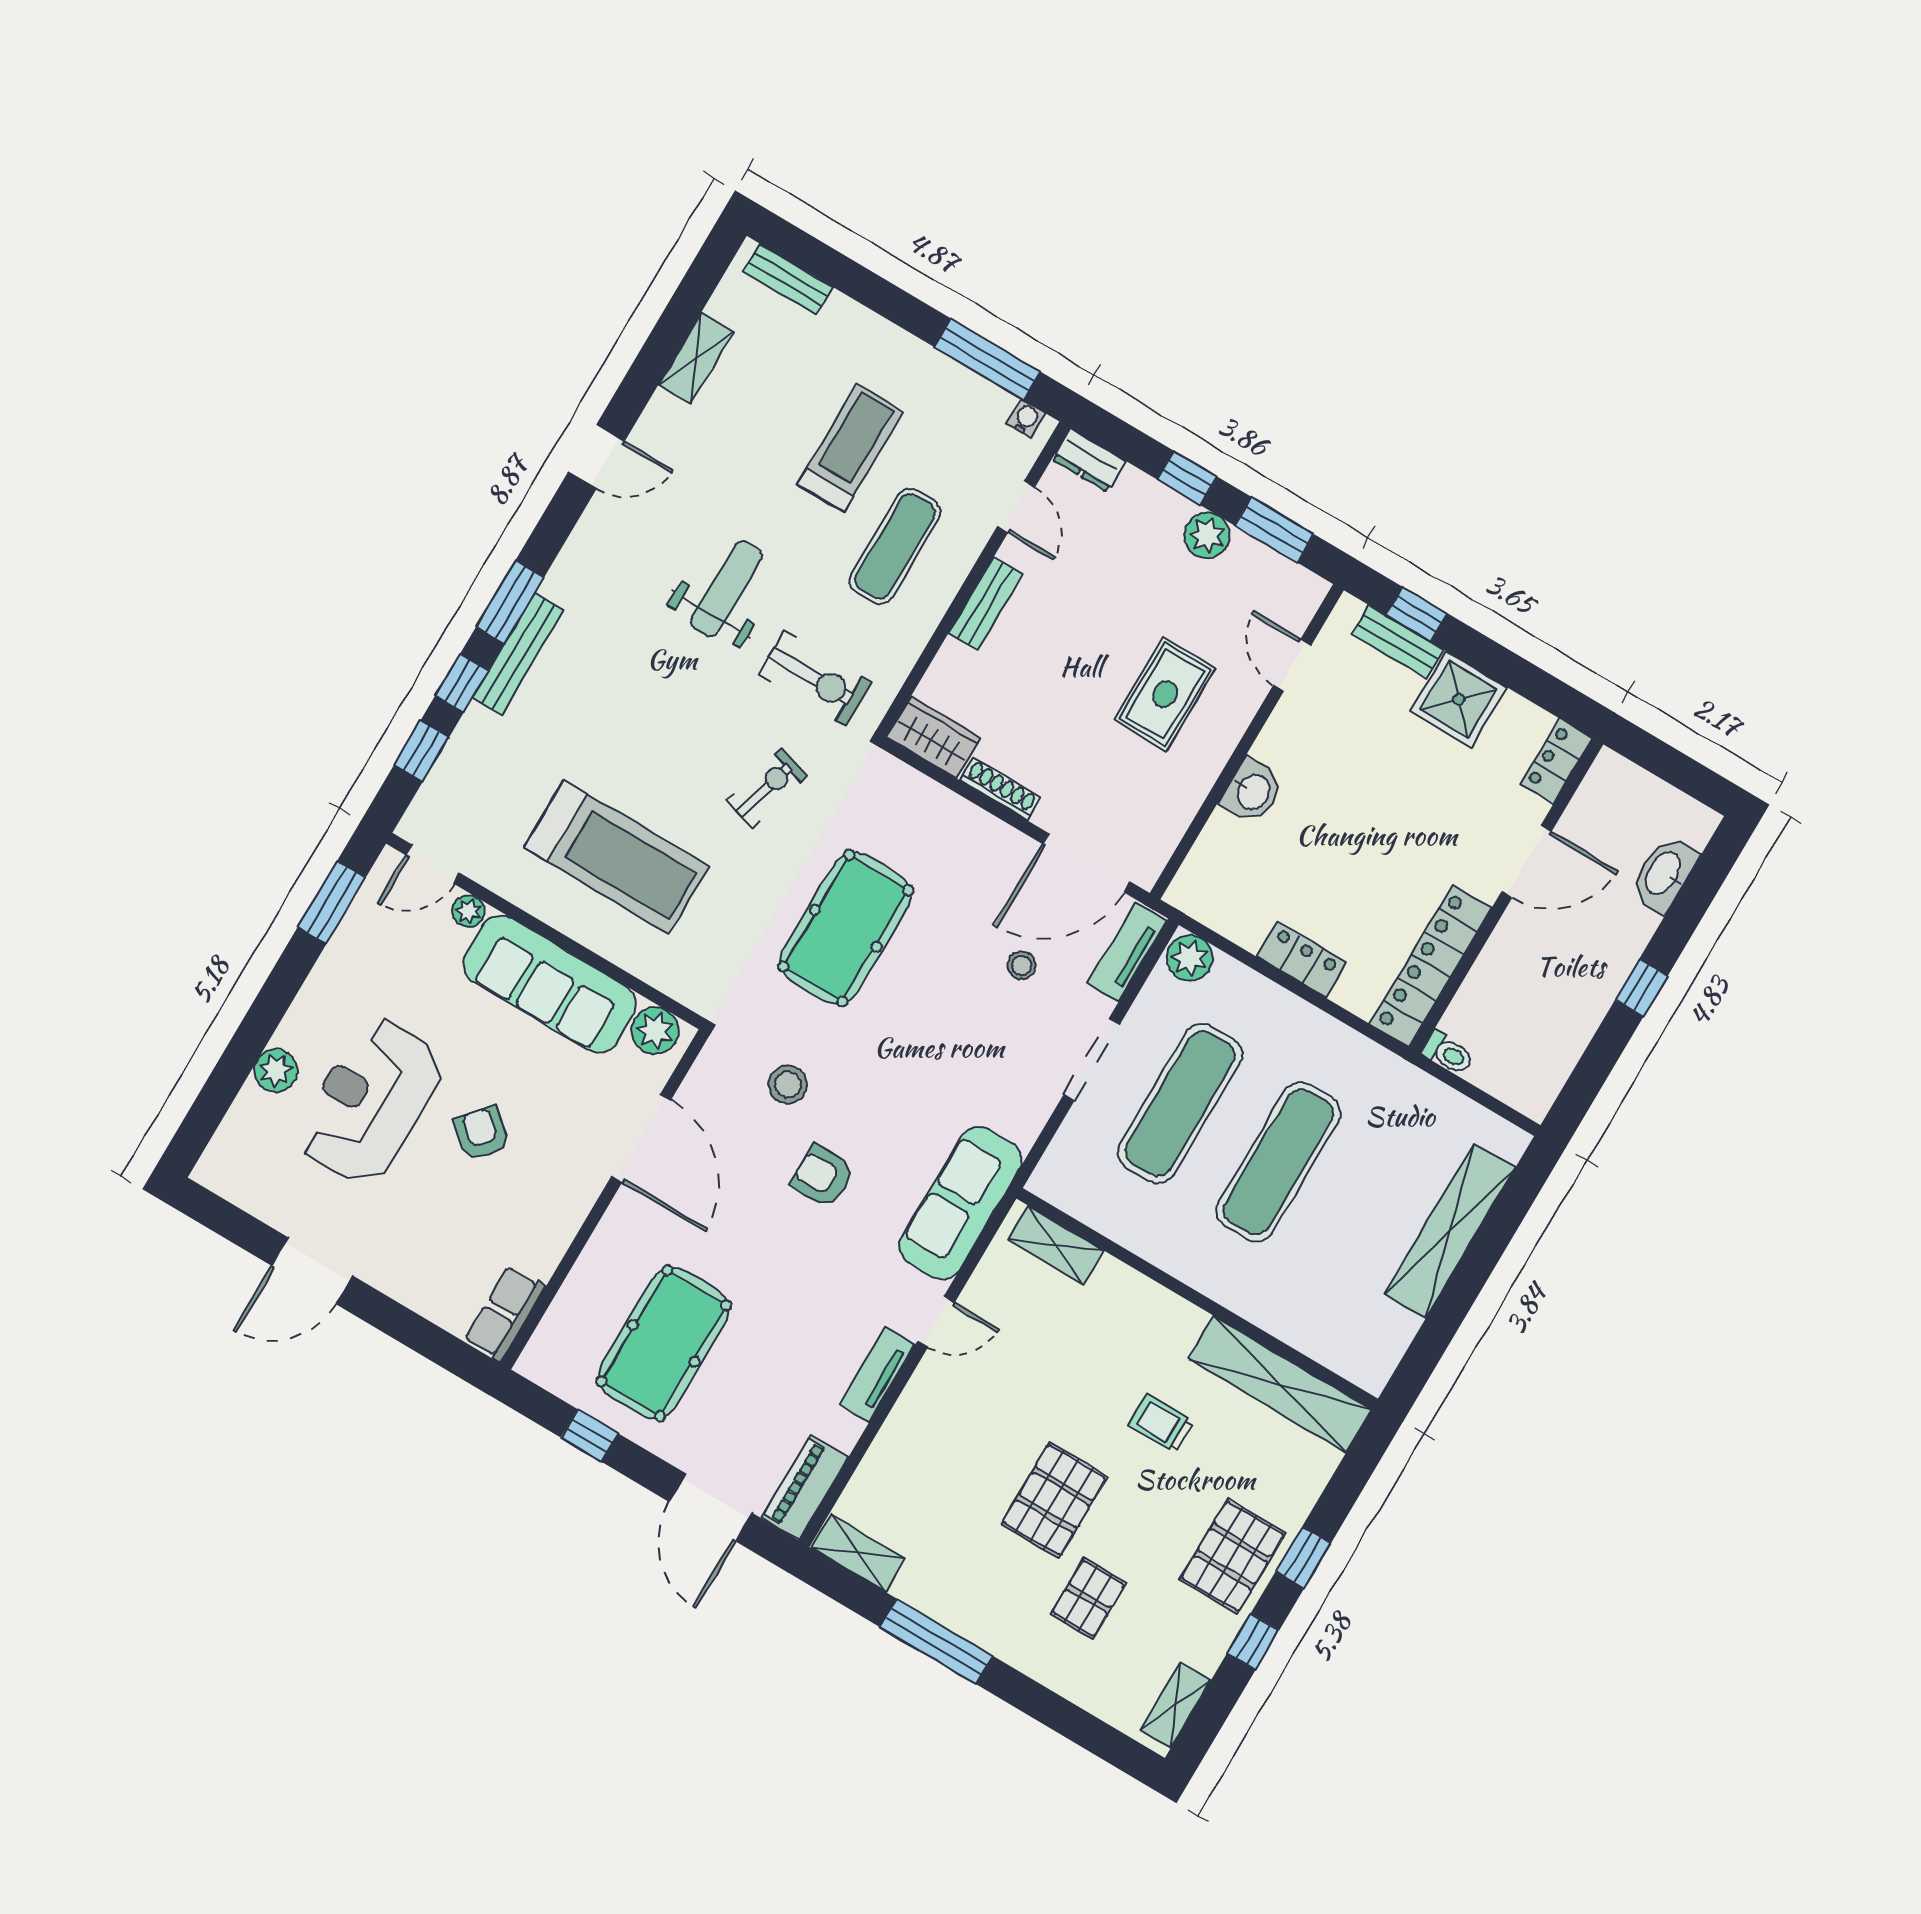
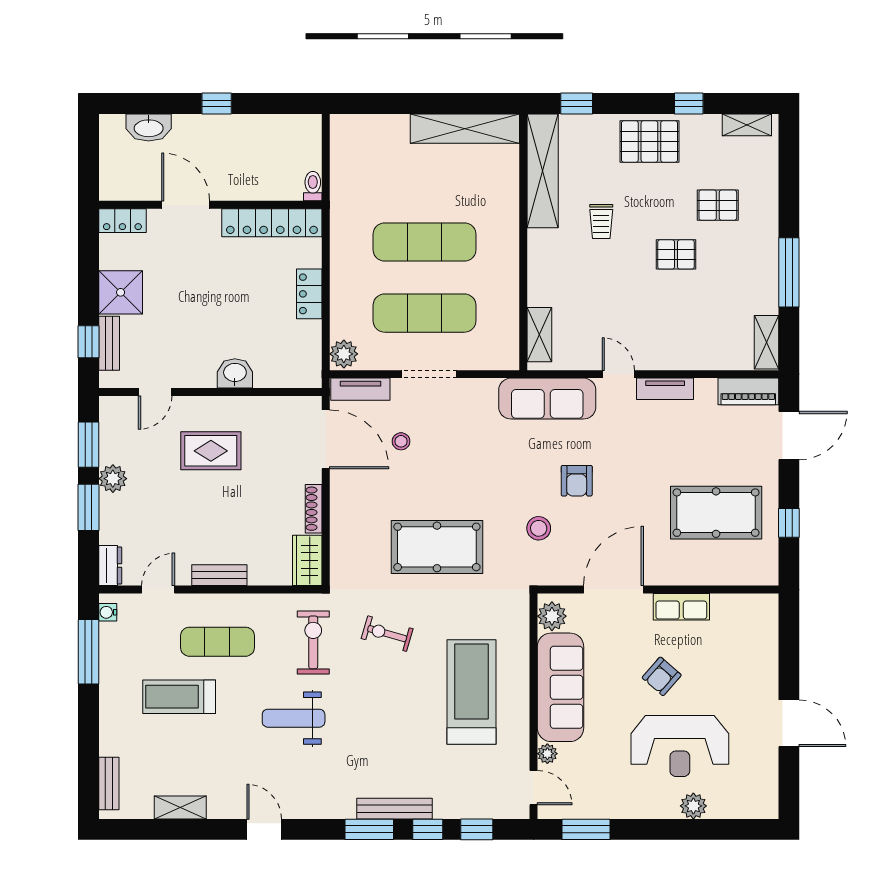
window: (1187, 478) -> (88, 507), width x1.50
shelving: (1450, 1231) -> (465, 129), moved
row of seats: (505, 1313) -> (681, 607), moved
pallet: (1054, 1500) -> (676, 254), width x0.67, depth x0.71
window: (1303, 1557) -> (577, 103), moved

